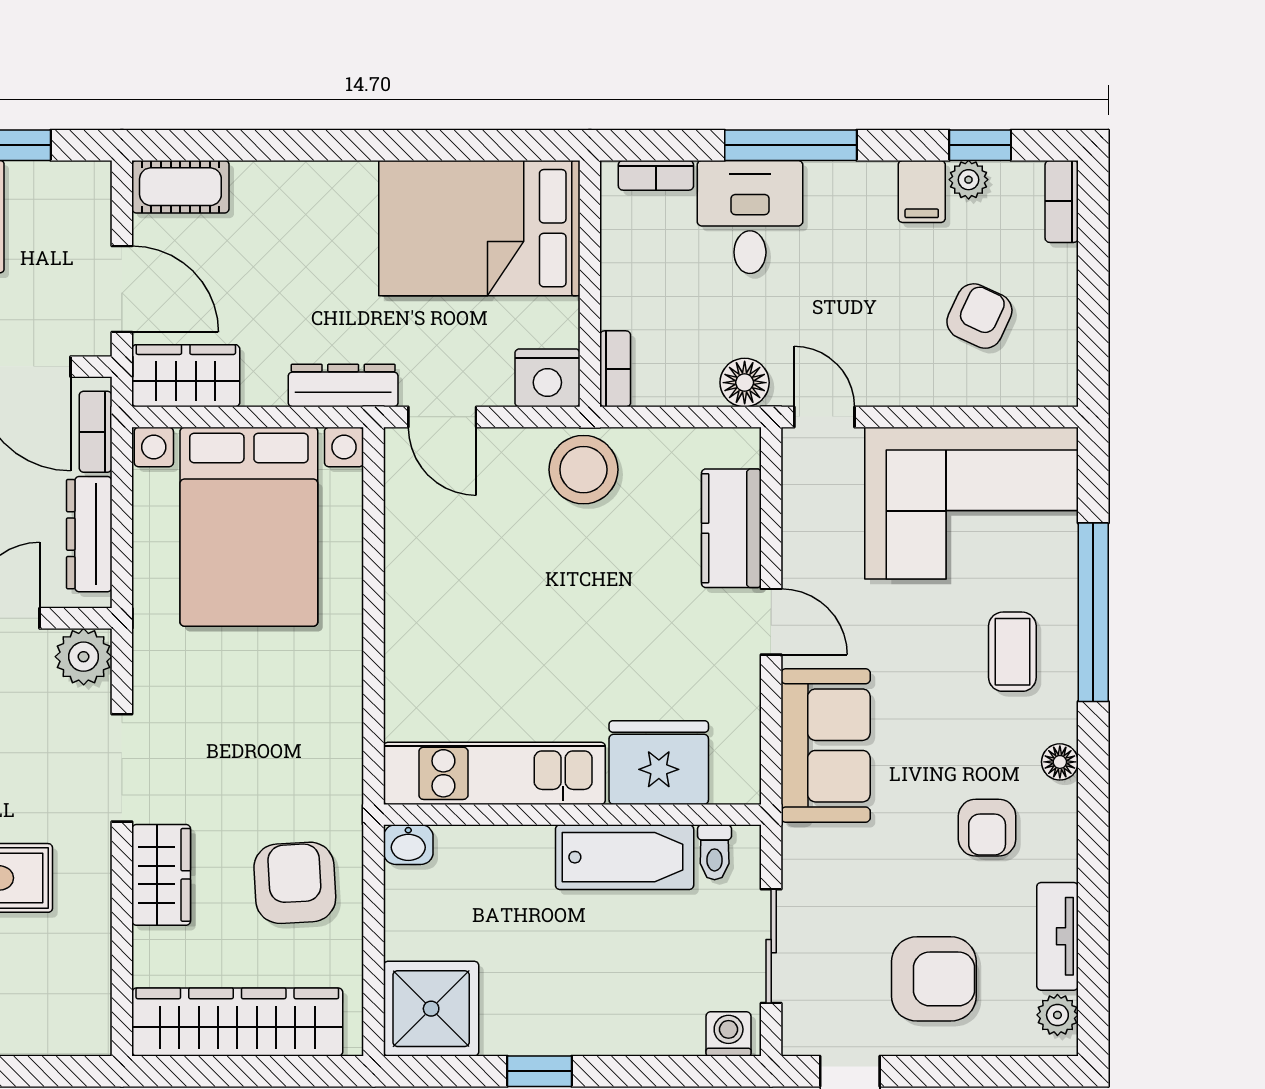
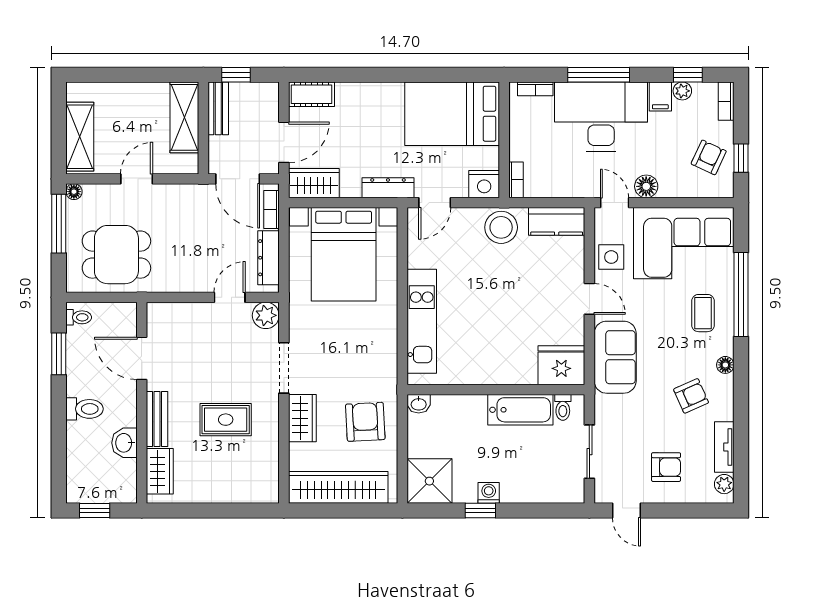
desk: (750, 217) -> (601, 116), width x1.87, depth x1.30
door: (122, 289) -> (284, 142), hinge flipped
armchair: (979, 316) -> (709, 157), moved
window: (1093, 322) -> (741, 158), added
floor lamp: (745, 383) -> (646, 186), moved
door: (442, 417) -> (435, 203), hinge flipped
kitchen counter: (731, 528) -> (557, 221), moved, turned -90
side table: (817, 533) -> (611, 257), added
fridge: (659, 763) -> (561, 365), moved
kitchen unit: (494, 773) -> (422, 321), moved, turned 90
armchair: (987, 828) -> (691, 396), turned -114
armchair: (934, 979) -> (666, 467), width x0.72, depth x0.72
washing machine: (729, 1034) -> (489, 493), moved

